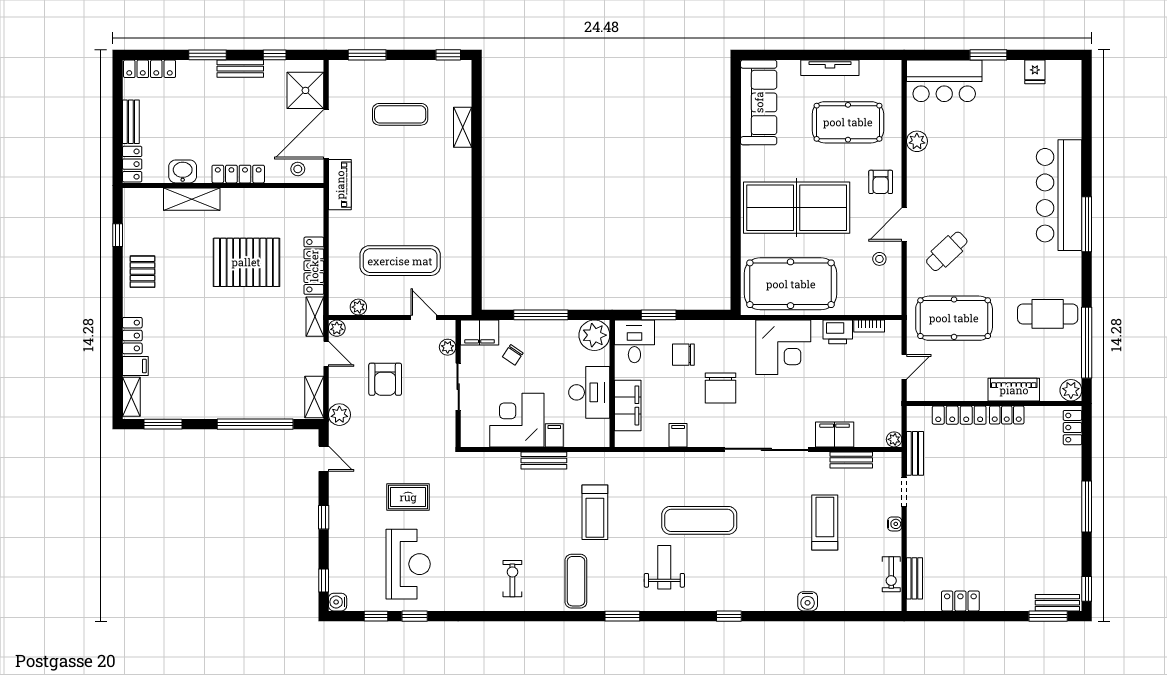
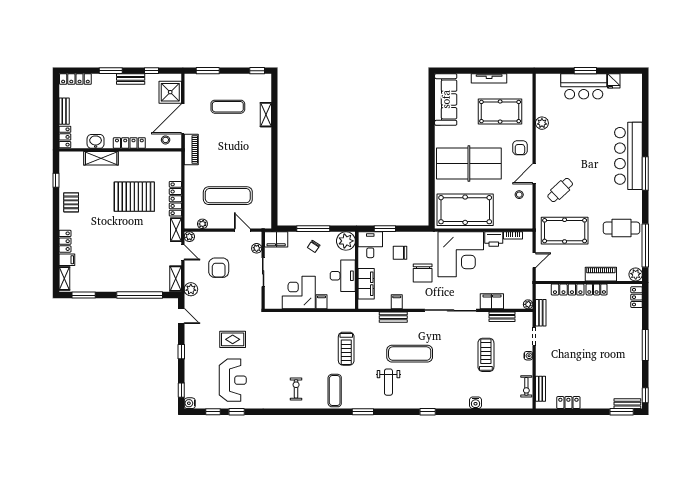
bar counter: (944, 81) -> (584, 86), moved
corner desk: (783, 347) -> (461, 254), width x1.36, depth x1.36
chair: (513, 355) -> (314, 246), moved
bench: (544, 461) -> (393, 317), moved
weight bench: (664, 567) -> (388, 382), turned 180

